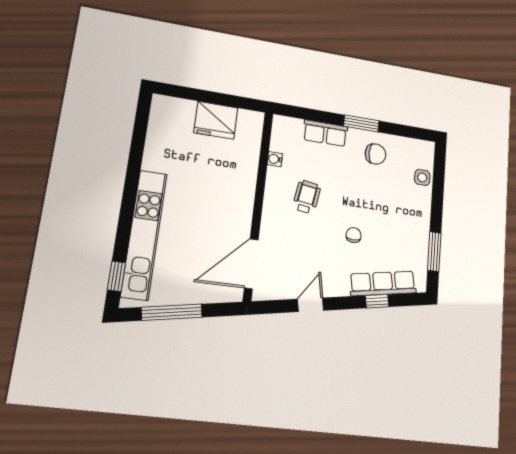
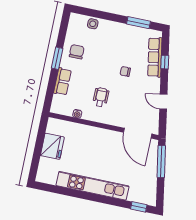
wheelchair: (307, 197) -> (101, 97), turned 81
kitchen unit: (144, 234) -> (93, 186), moved
window: (172, 312) -> (161, 162), moved

